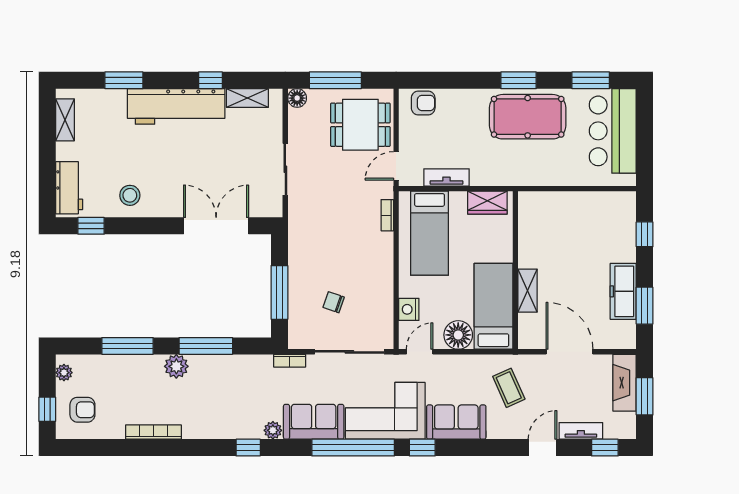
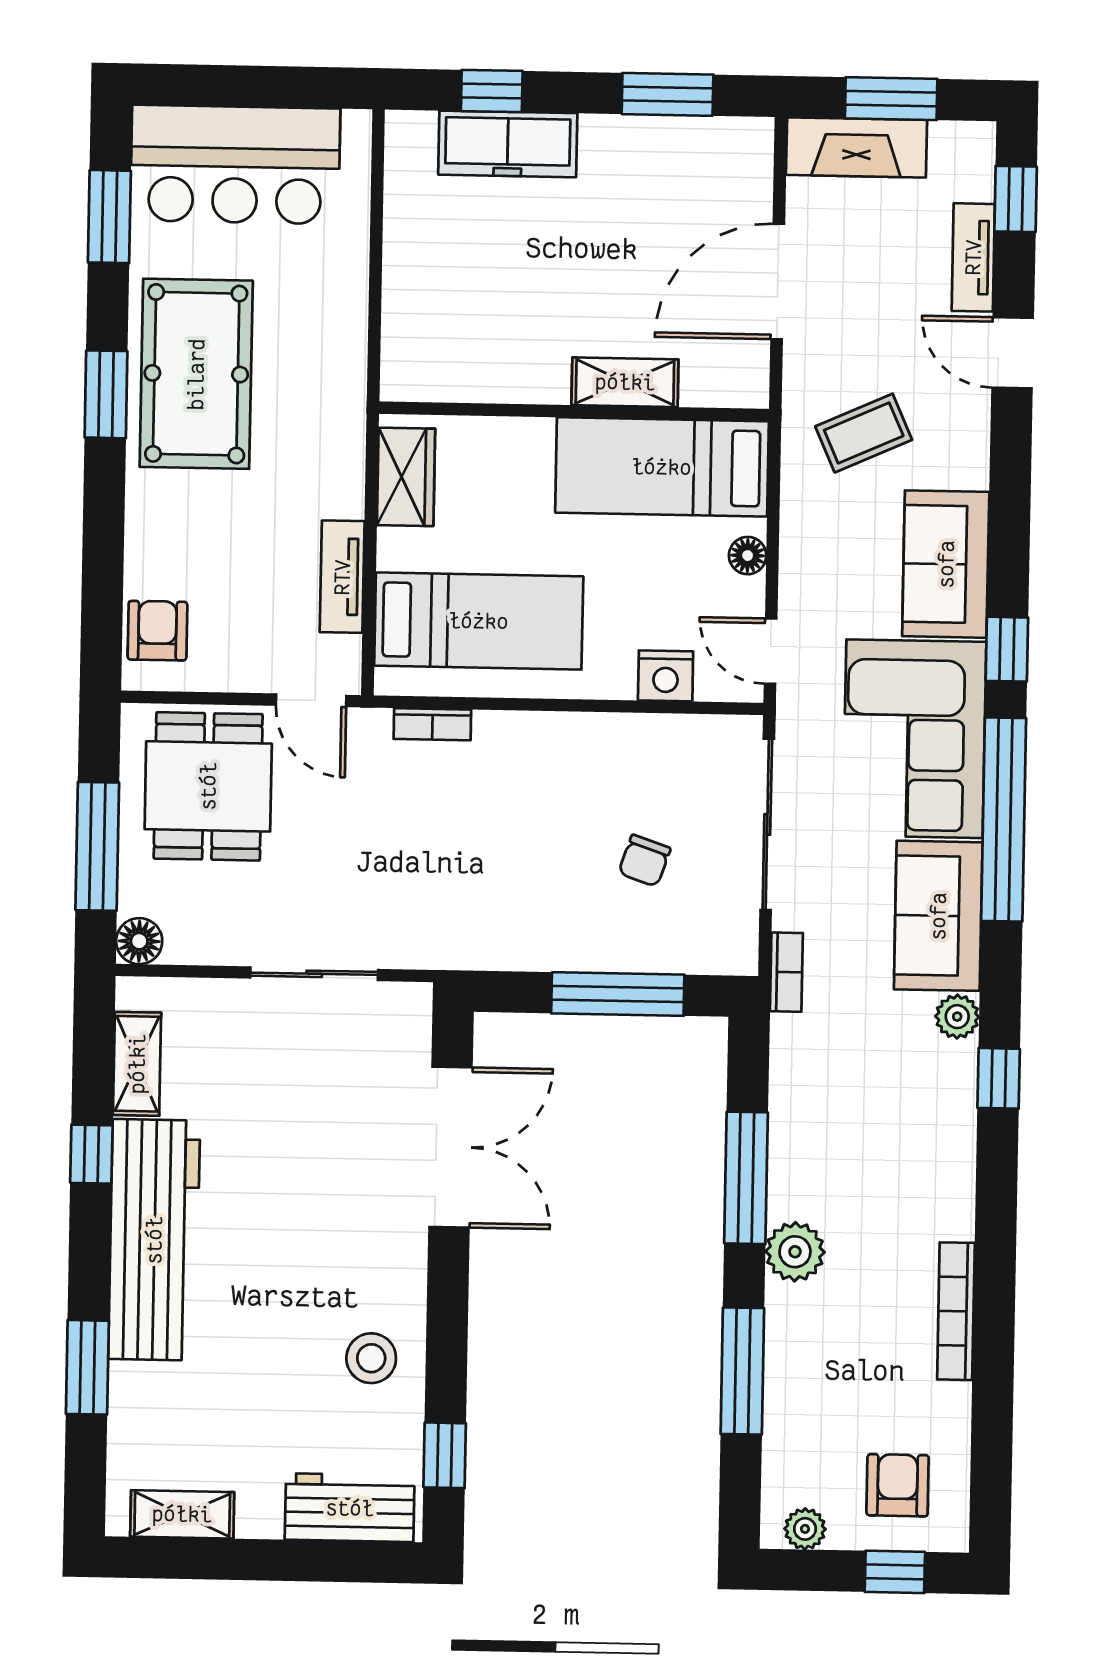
double door: (216, 226) -> (451, 1147), swing flipped
freezer: (623, 291) -> (508, 144), moved
floor lamp: (458, 335) -> (748, 556), width x0.53, depth x0.53

